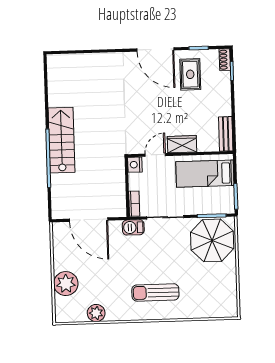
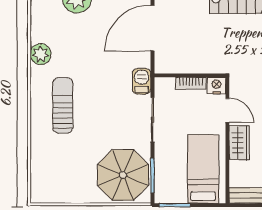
bookcase: (134, 204) -> (191, 83), moved
plant: (96, 313) -> (41, 54), moved

